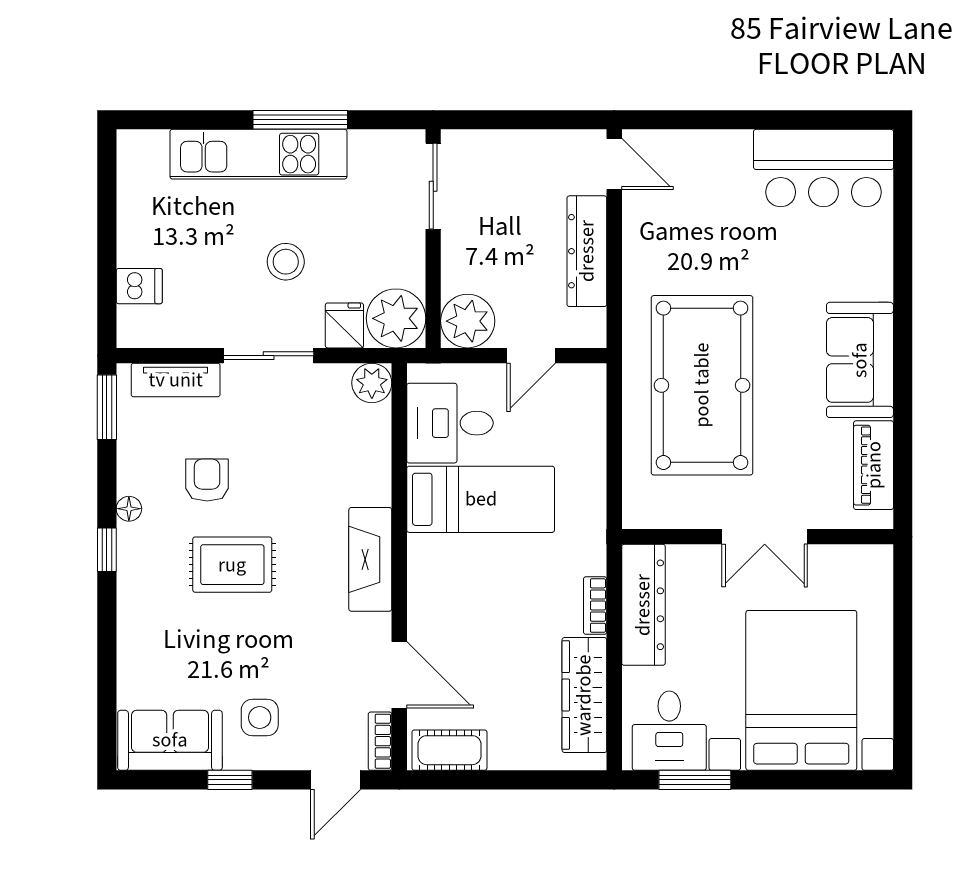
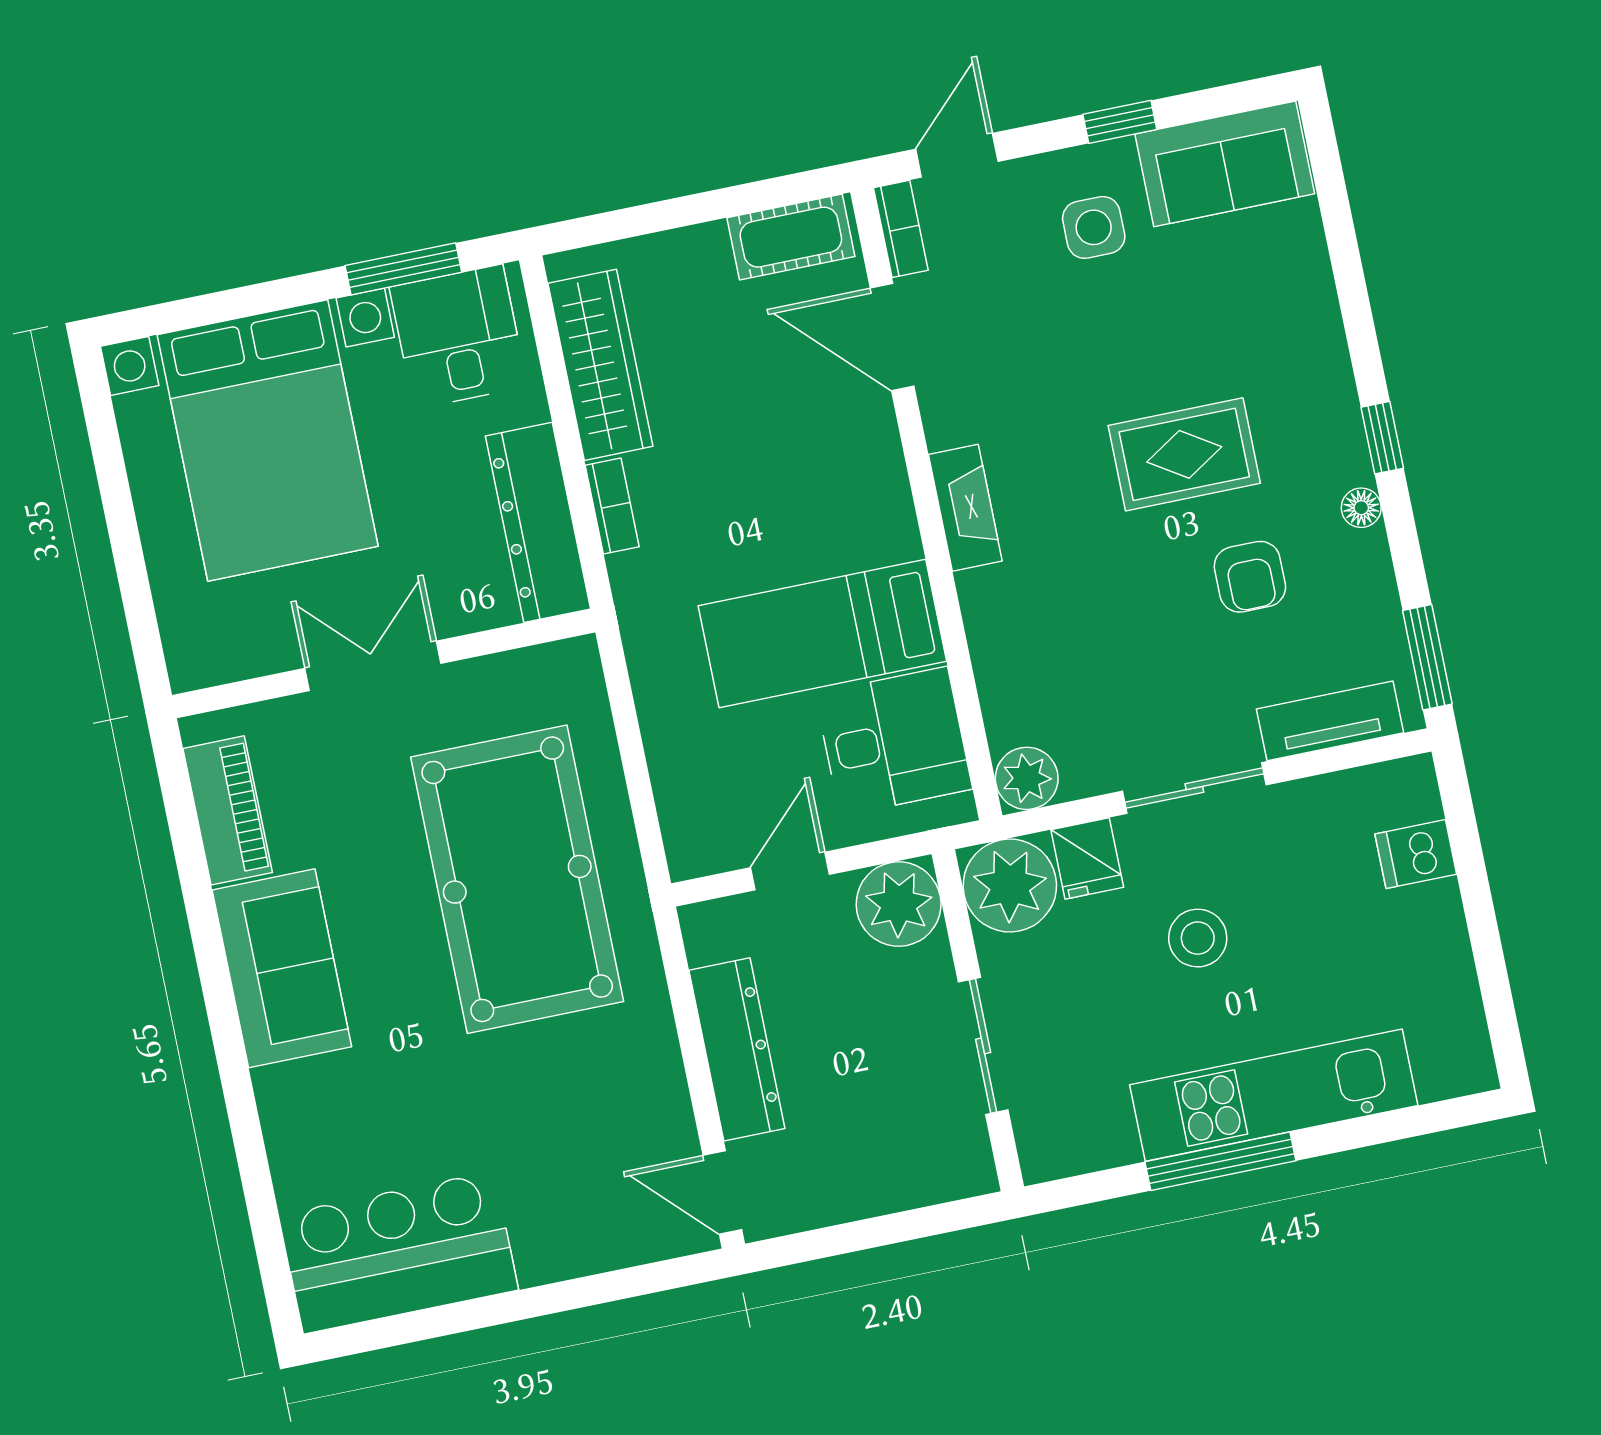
sliding door: (433, 186) -> (983, 1046), moved
fireplace: (370, 559) -> (965, 508), width x0.73, depth x0.76

